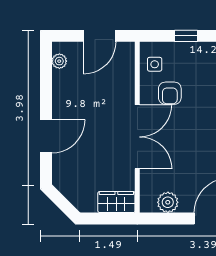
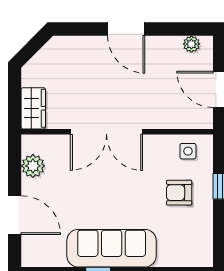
armchair: (170, 93) -> (179, 193), moved
door: (46, 136) -> (126, 29), moved

